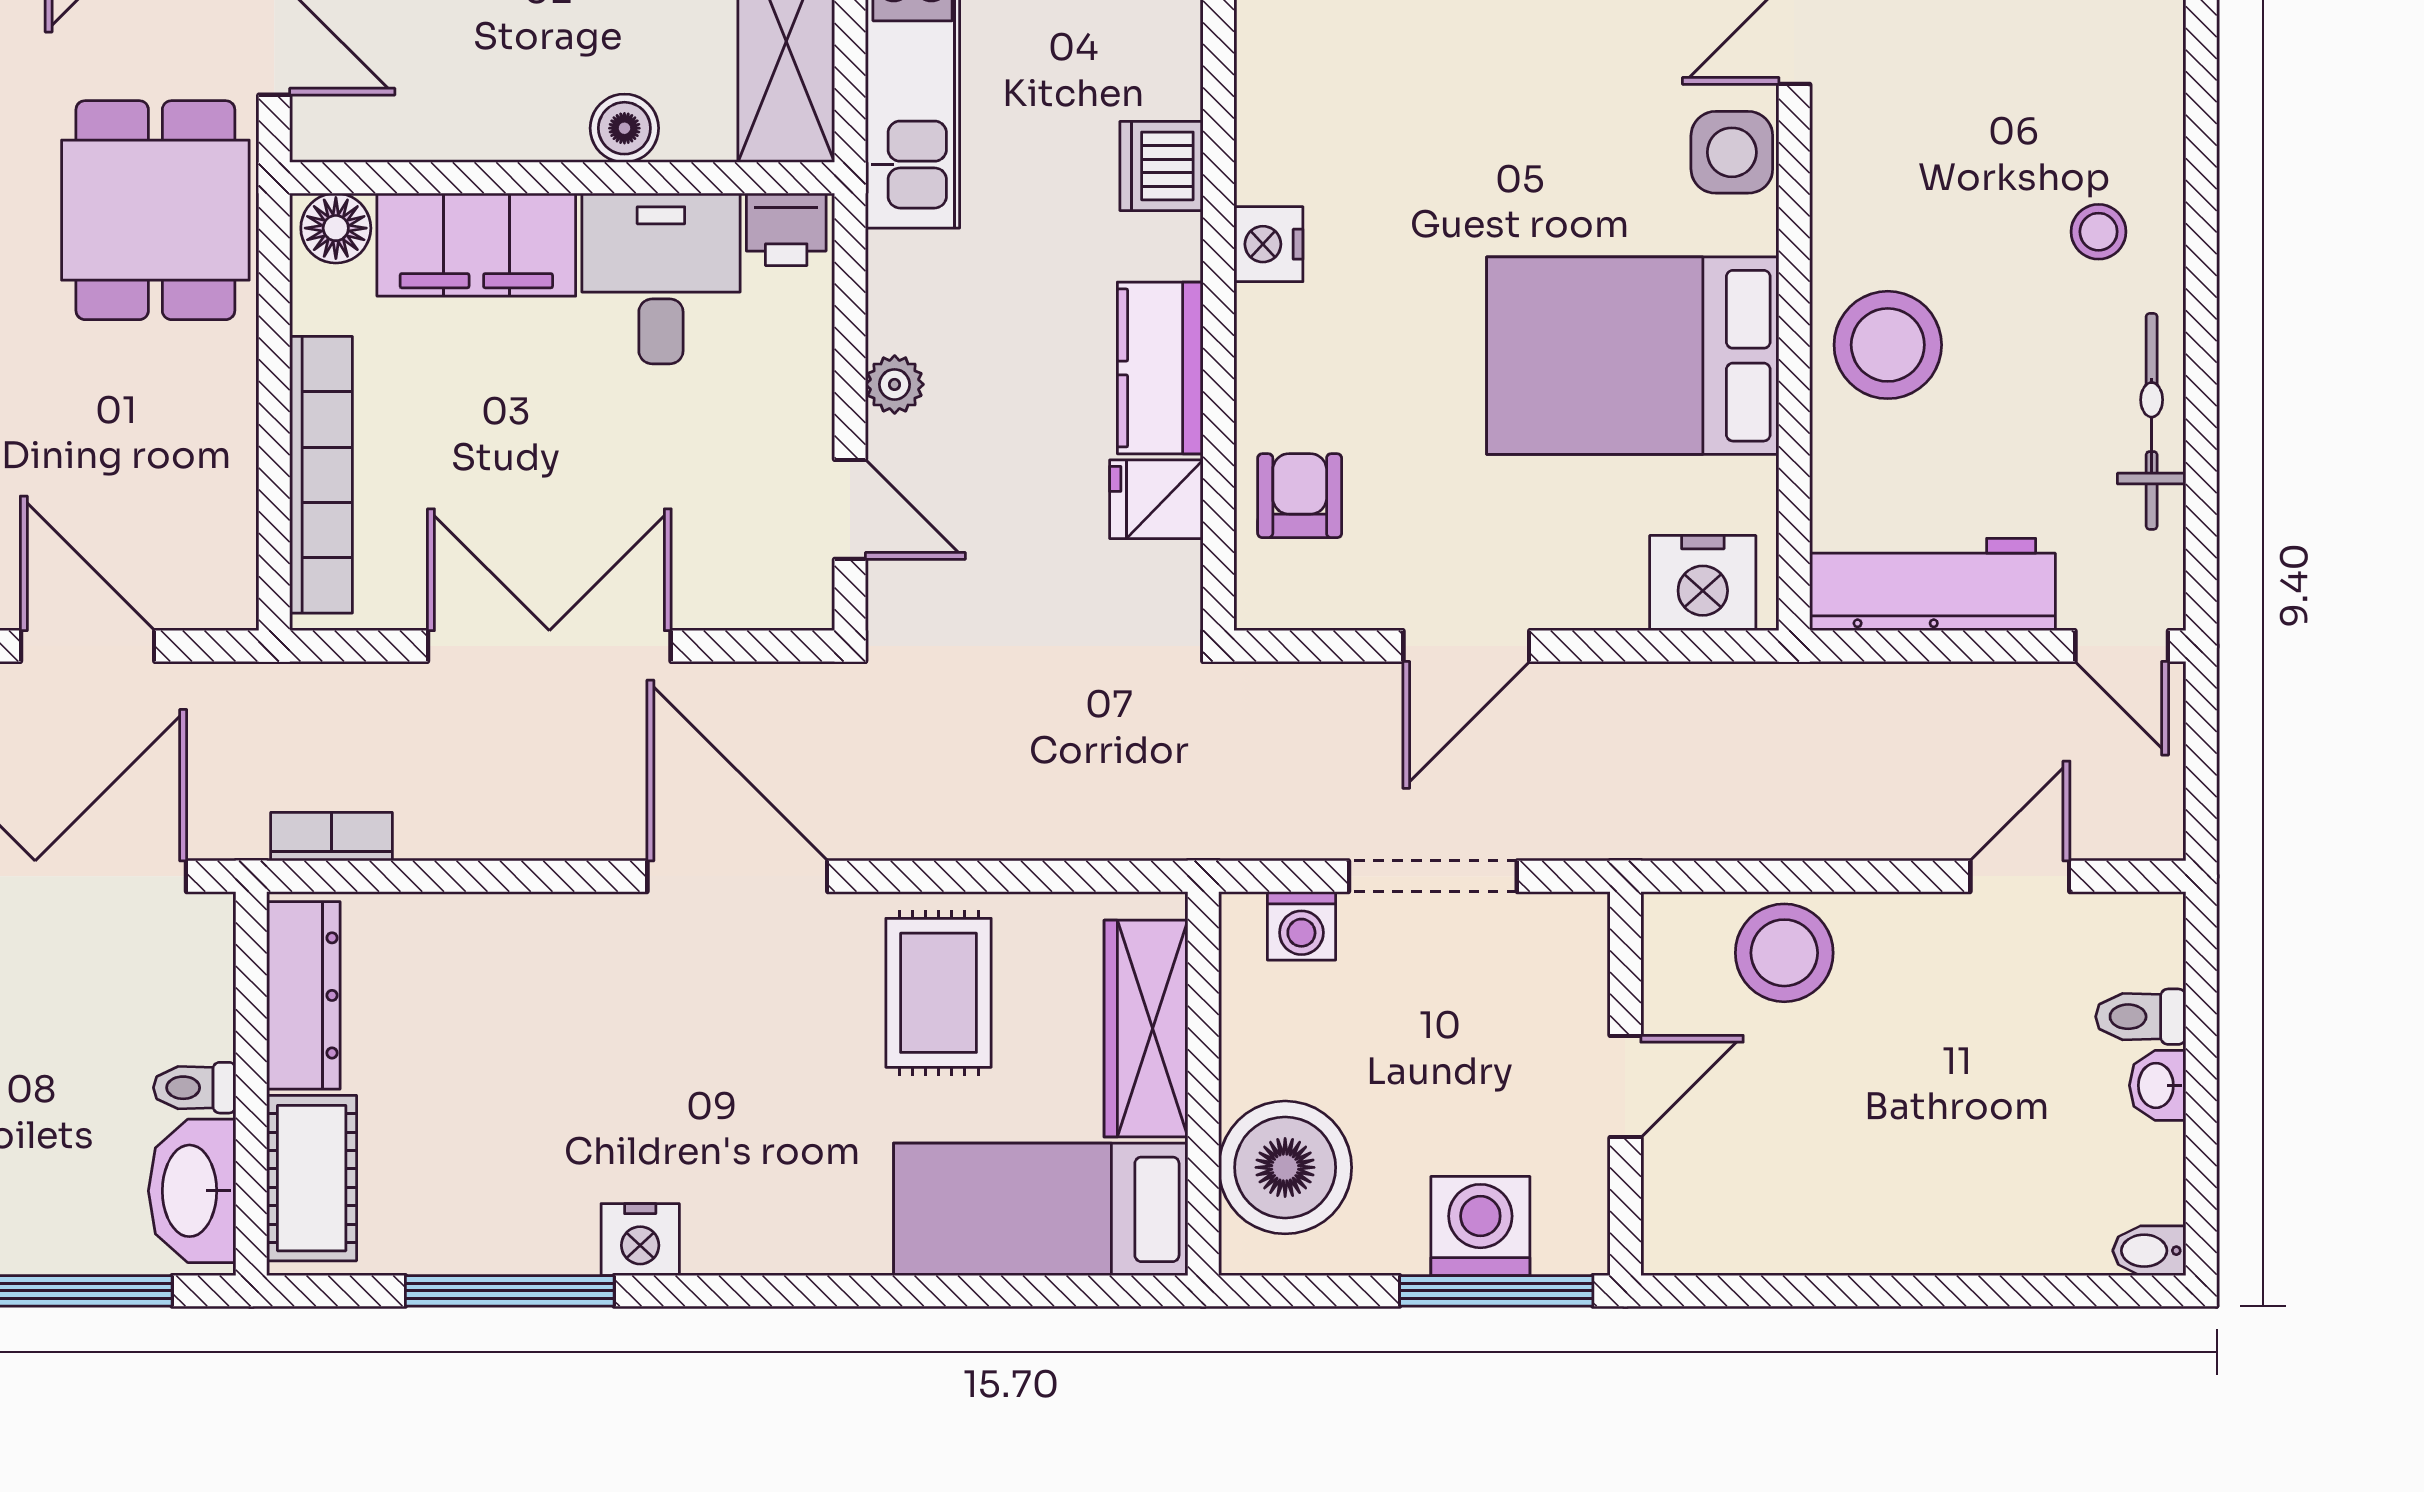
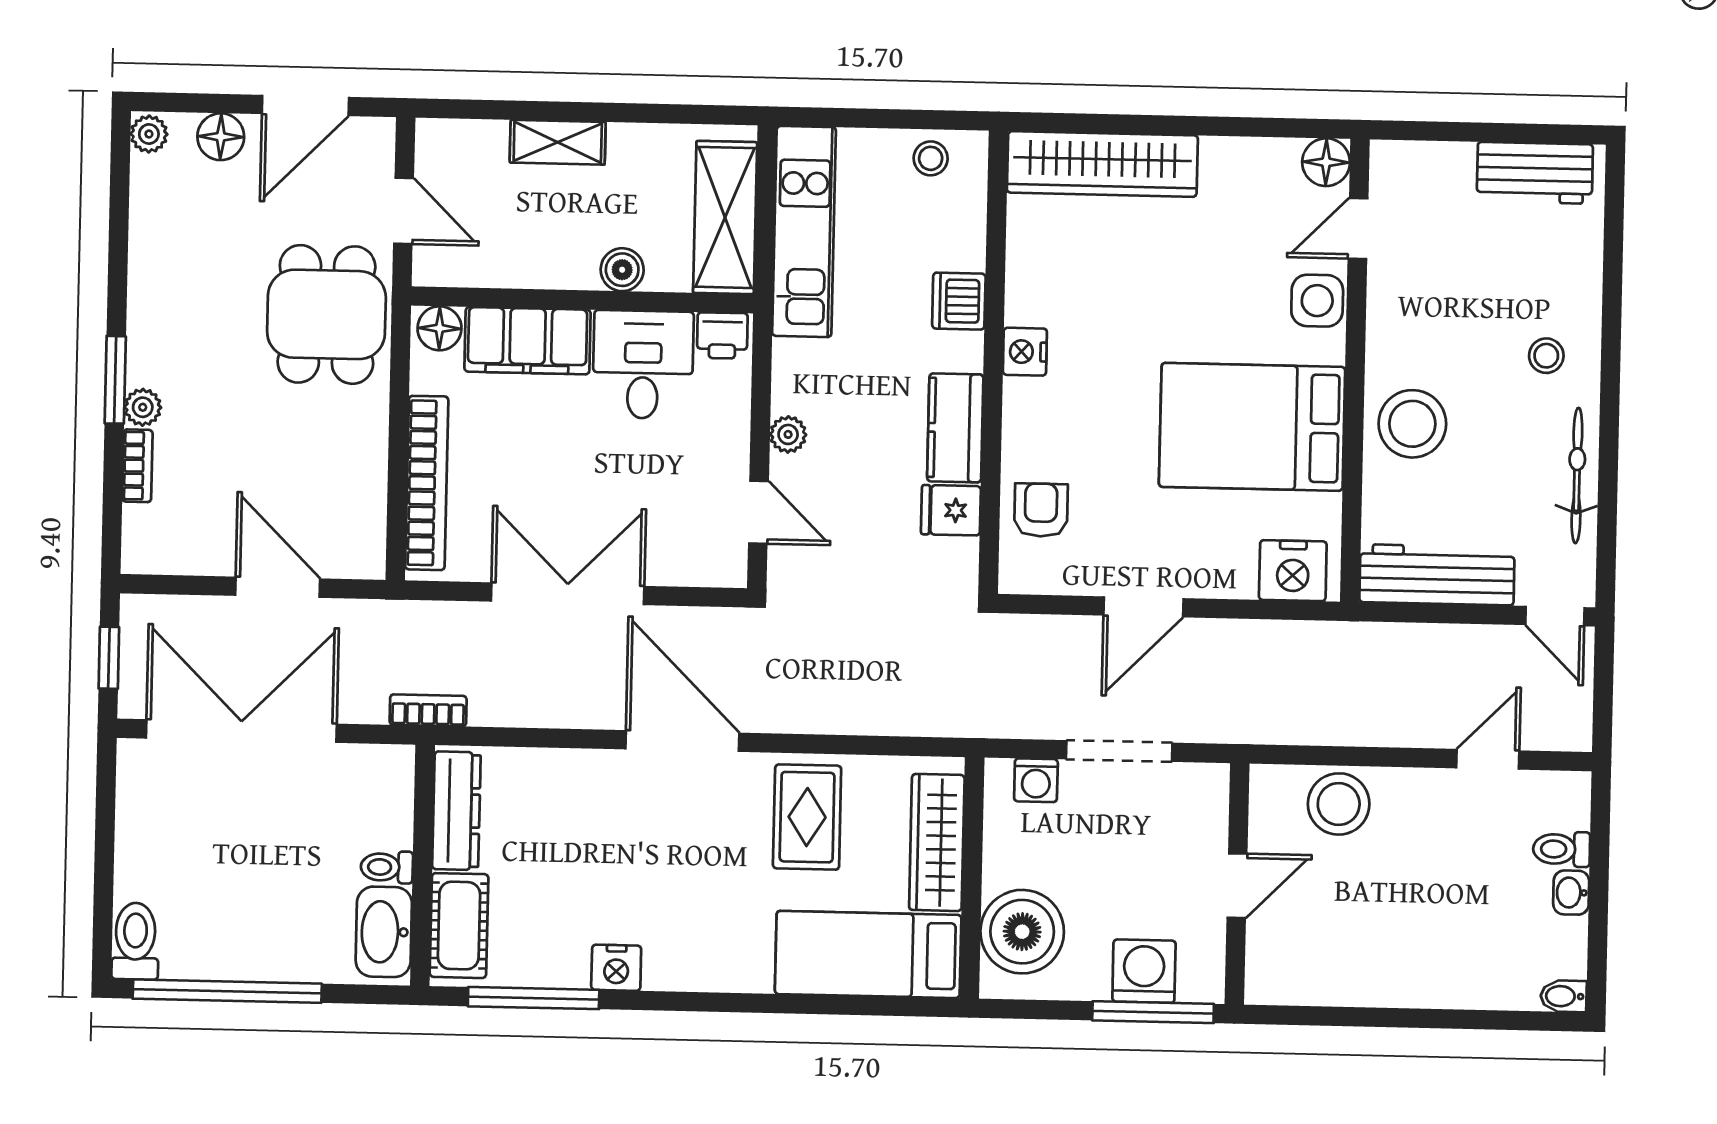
dresser: (303, 995) -> (456, 811), moved
wall: (251, 1084) -> (422, 865), moved
toilet: (195, 1088) -> (387, 867), moved
cot: (312, 1178) -> (459, 926), moved
washbasin: (192, 1191) -> (384, 932), moved

